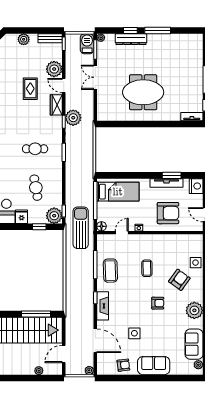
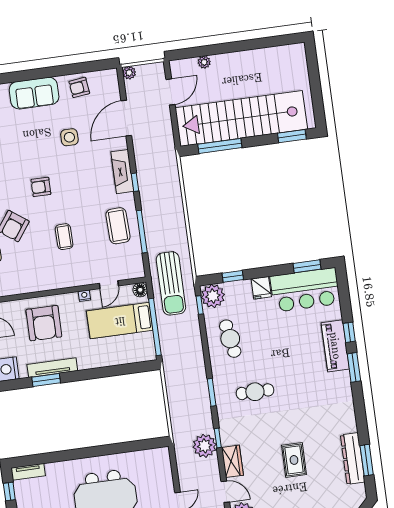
rug: (30, 89) -> (294, 460), moved
cafe table: (36, 188) -> (230, 339), moved
bed: (118, 192) -> (120, 321), moved
armchair: (168, 213) -> (44, 323), turned -90
door: (95, 341) -> (126, 118), hinge flipped

